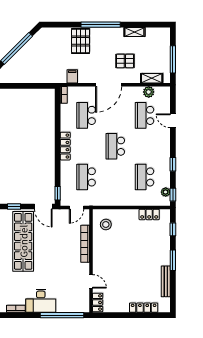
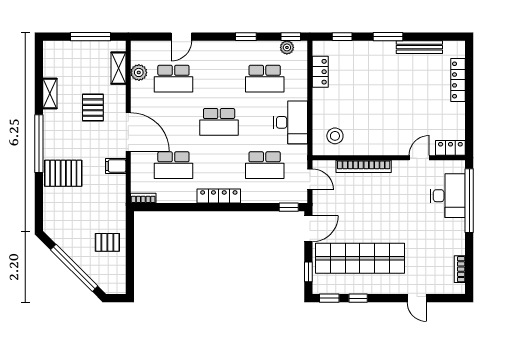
pallet: (34, 71) -> (107, 242), added
filing cabinet: (72, 76) -> (116, 166), moved
desk: (115, 195) -> (291, 122), added
desk: (41, 301) -> (448, 196), moved

